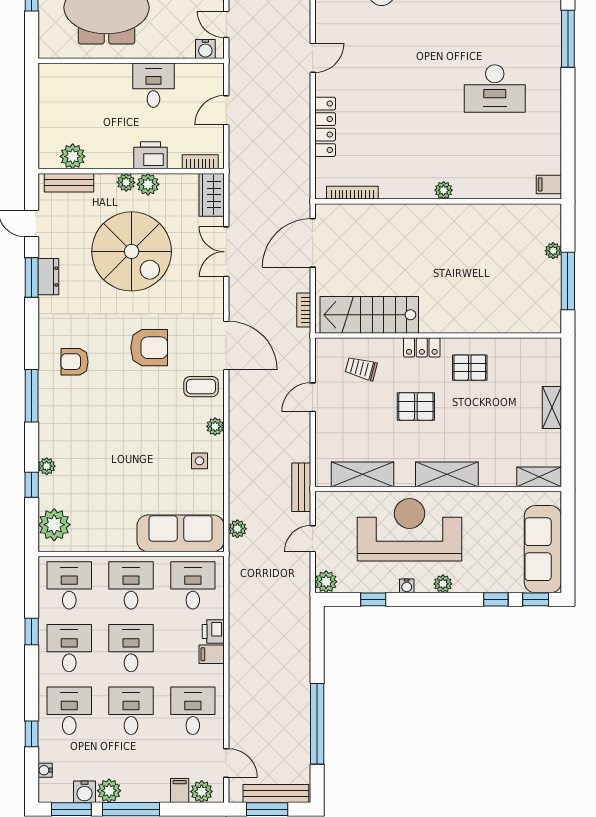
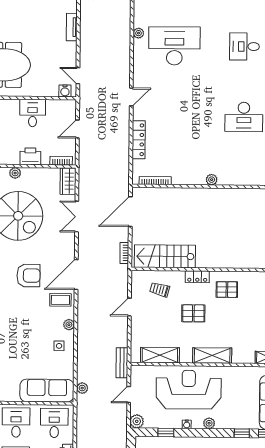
plant: (148, 184) -> (29, 174), removed
door: (226, 346) -> (76, 275), swing flipped

